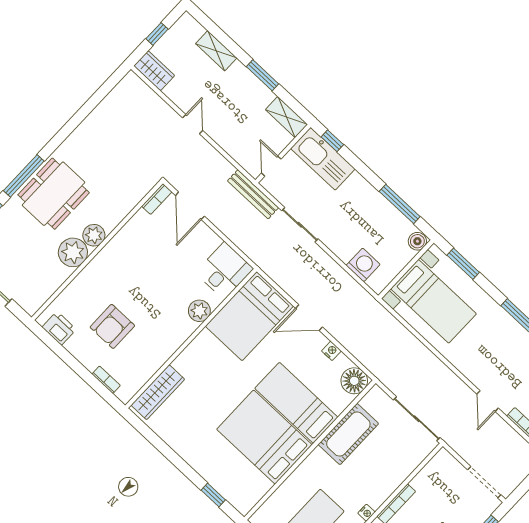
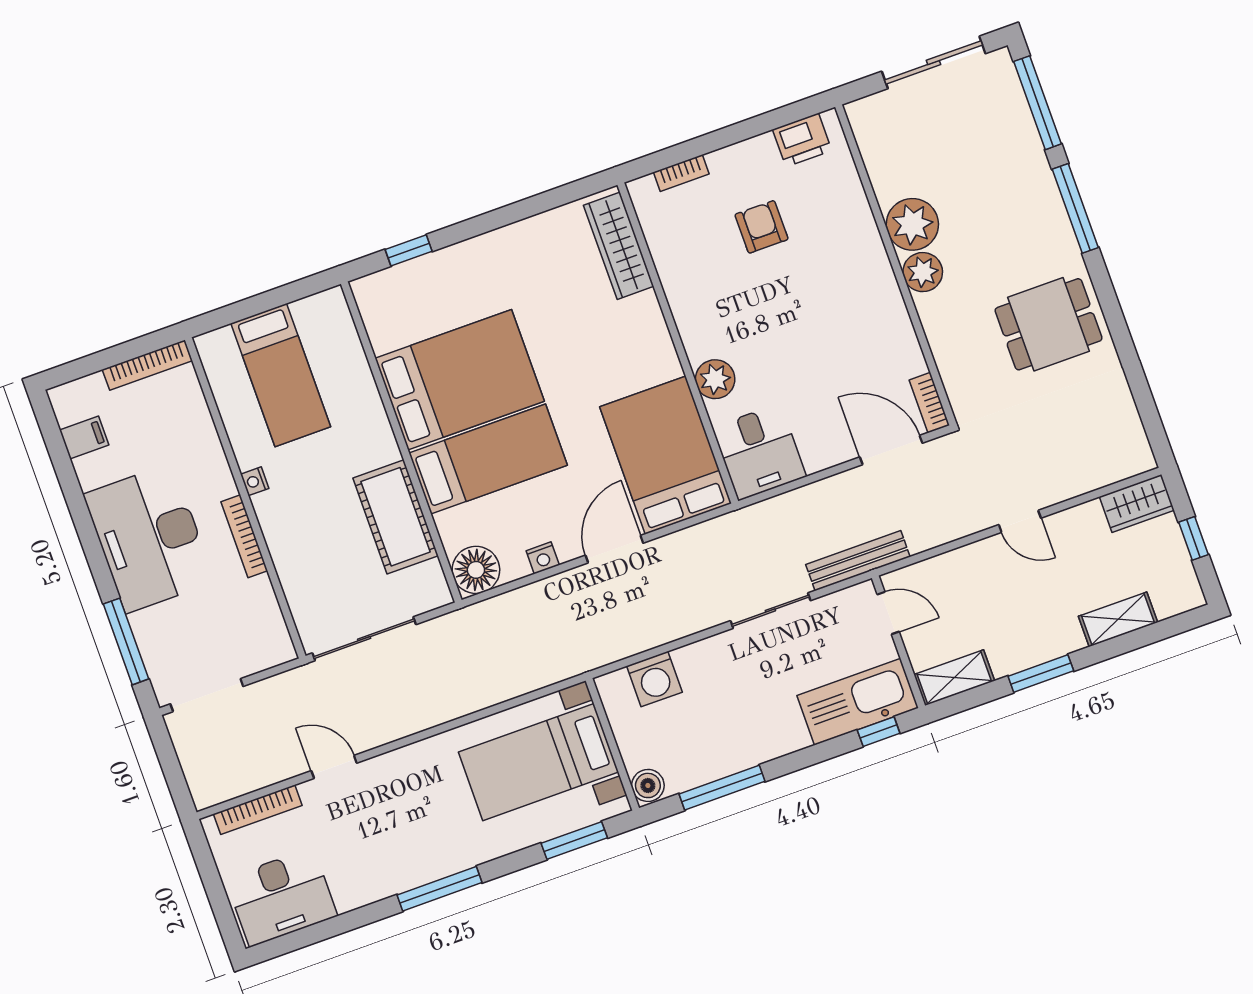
dining table: (54, 194) -> (1049, 324), moved, width x0.73
armchair: (112, 326) -> (761, 227), width x0.72, depth x0.72

